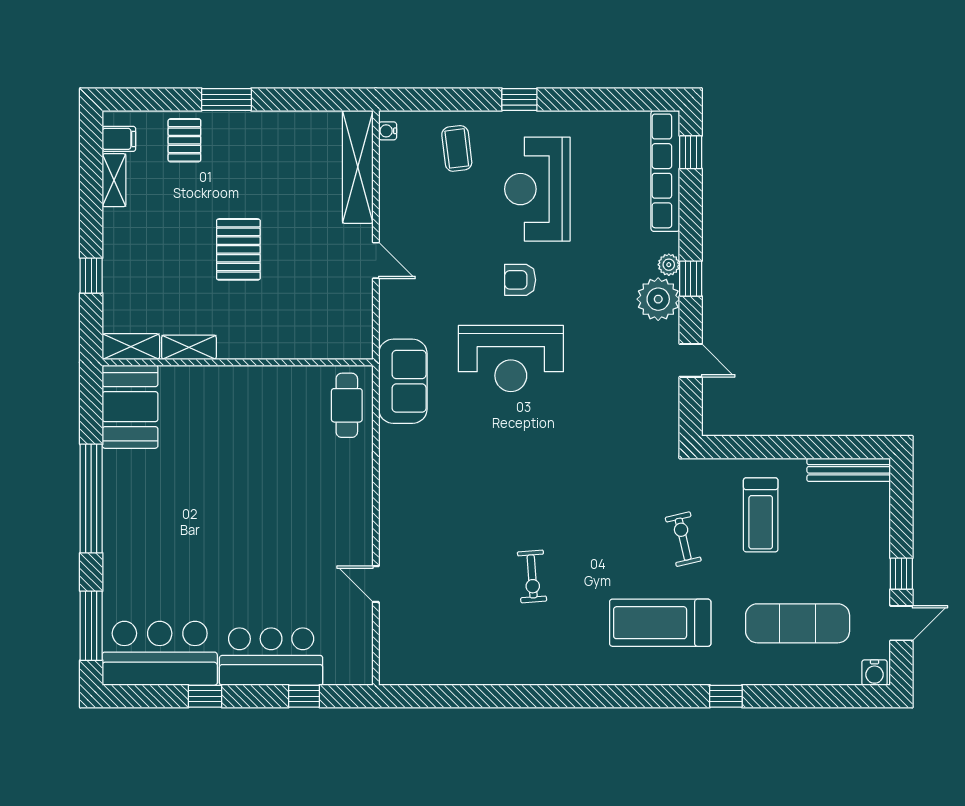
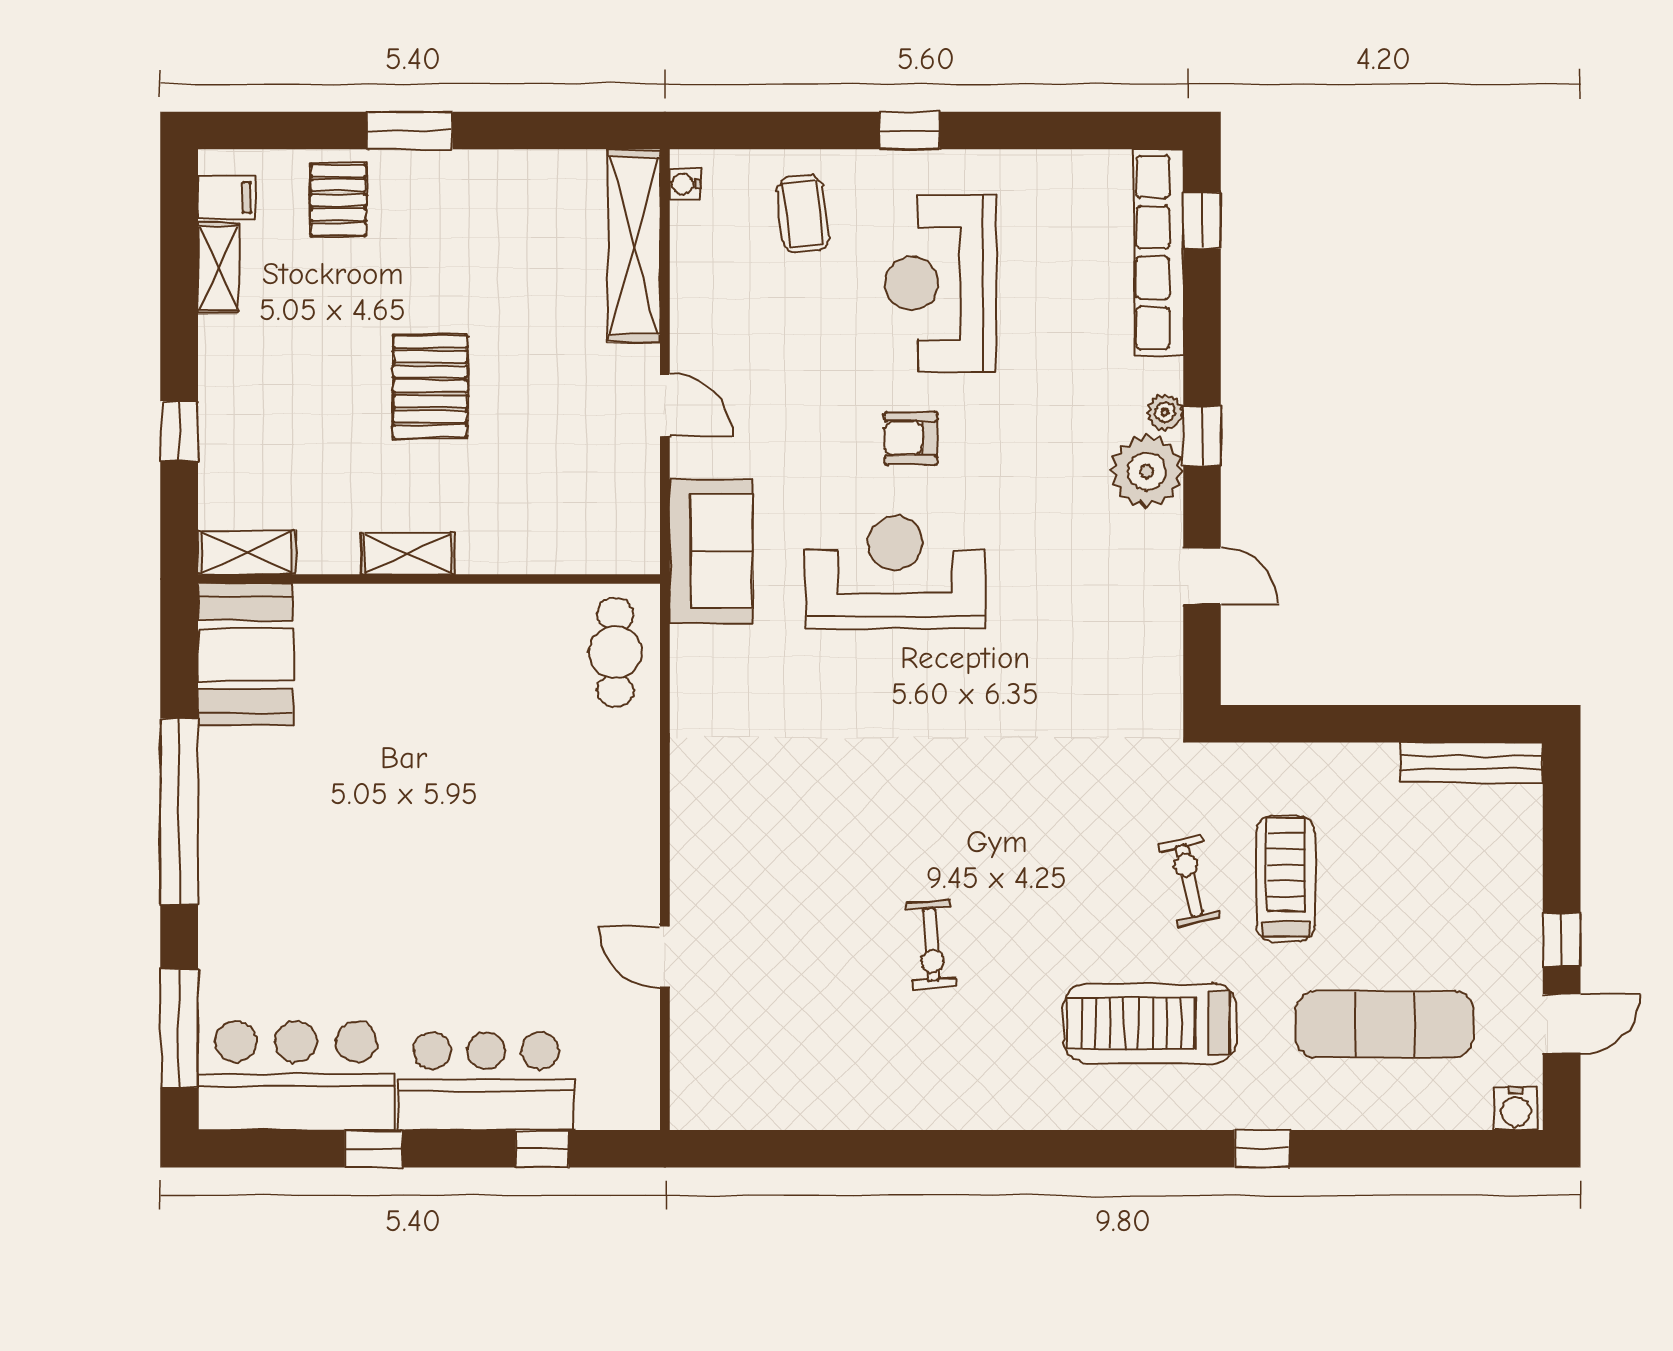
shelving: (189, 347) -> (408, 553), moved
reception desk: (511, 358) -> (895, 572), turned 180
sofa: (403, 381) -> (711, 551), moved
treadmill: (761, 515) -> (1286, 879), moved, turned 180

